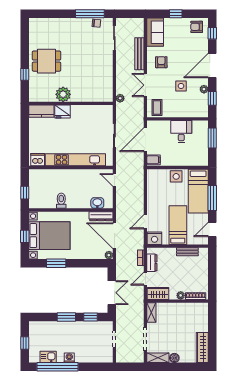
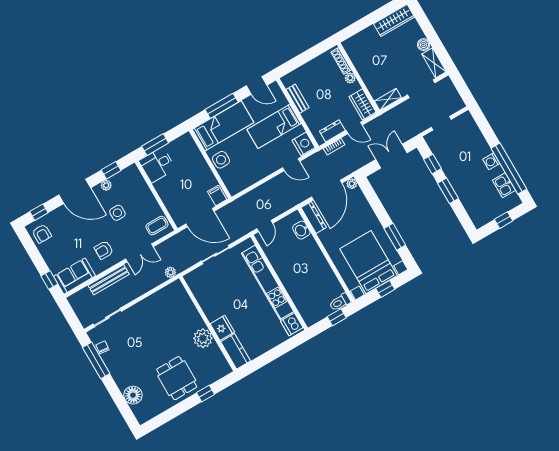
window: (176, 14) -> (49, 280), moved
floor lamp: (52, 25) -> (133, 395), added
desk: (181, 132) -> (157, 165), moved
toilet: (61, 201) -> (340, 302), moved

